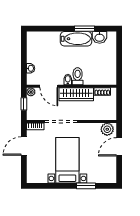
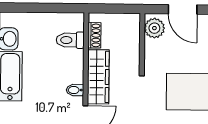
toilet: (78, 76) -> (70, 40), moved

